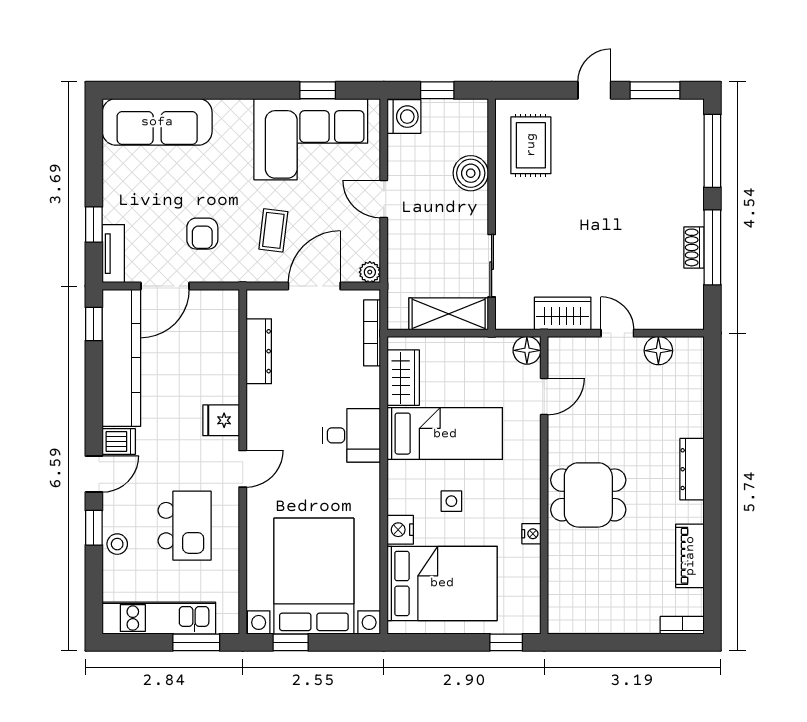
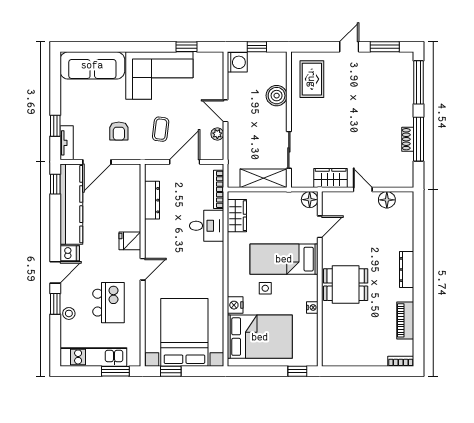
corner sofa: (311, 139) -> (159, 76), moved
plant: (370, 272) -> (217, 134), moved
bed: (445, 434) -> (284, 259), moved, turned 180
desk: (352, 435) -> (207, 226), moved

